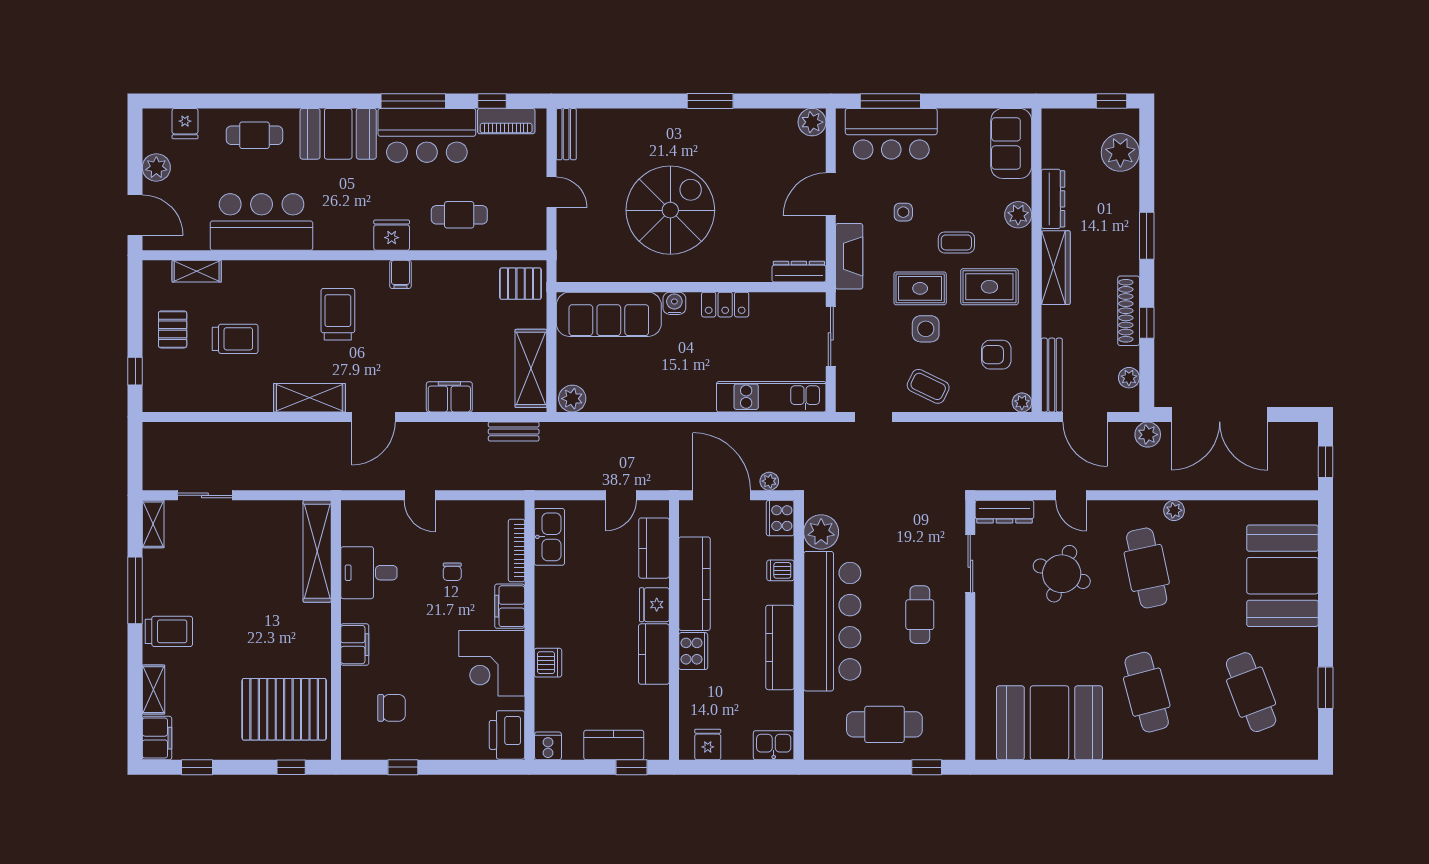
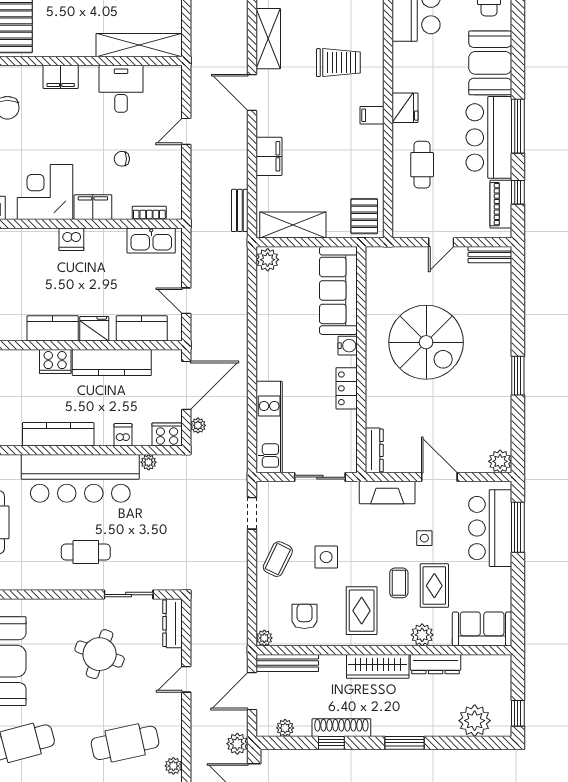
rug: (920, 288) -> (434, 586), moved
plant: (821, 532) -> (149, 462), width x0.53, depth x0.53
bookcase: (516, 550) -> (149, 213), width x0.64
round table: (1062, 574) -> (100, 654), moved
dishwasher: (548, 663) -> (71, 239), moved

